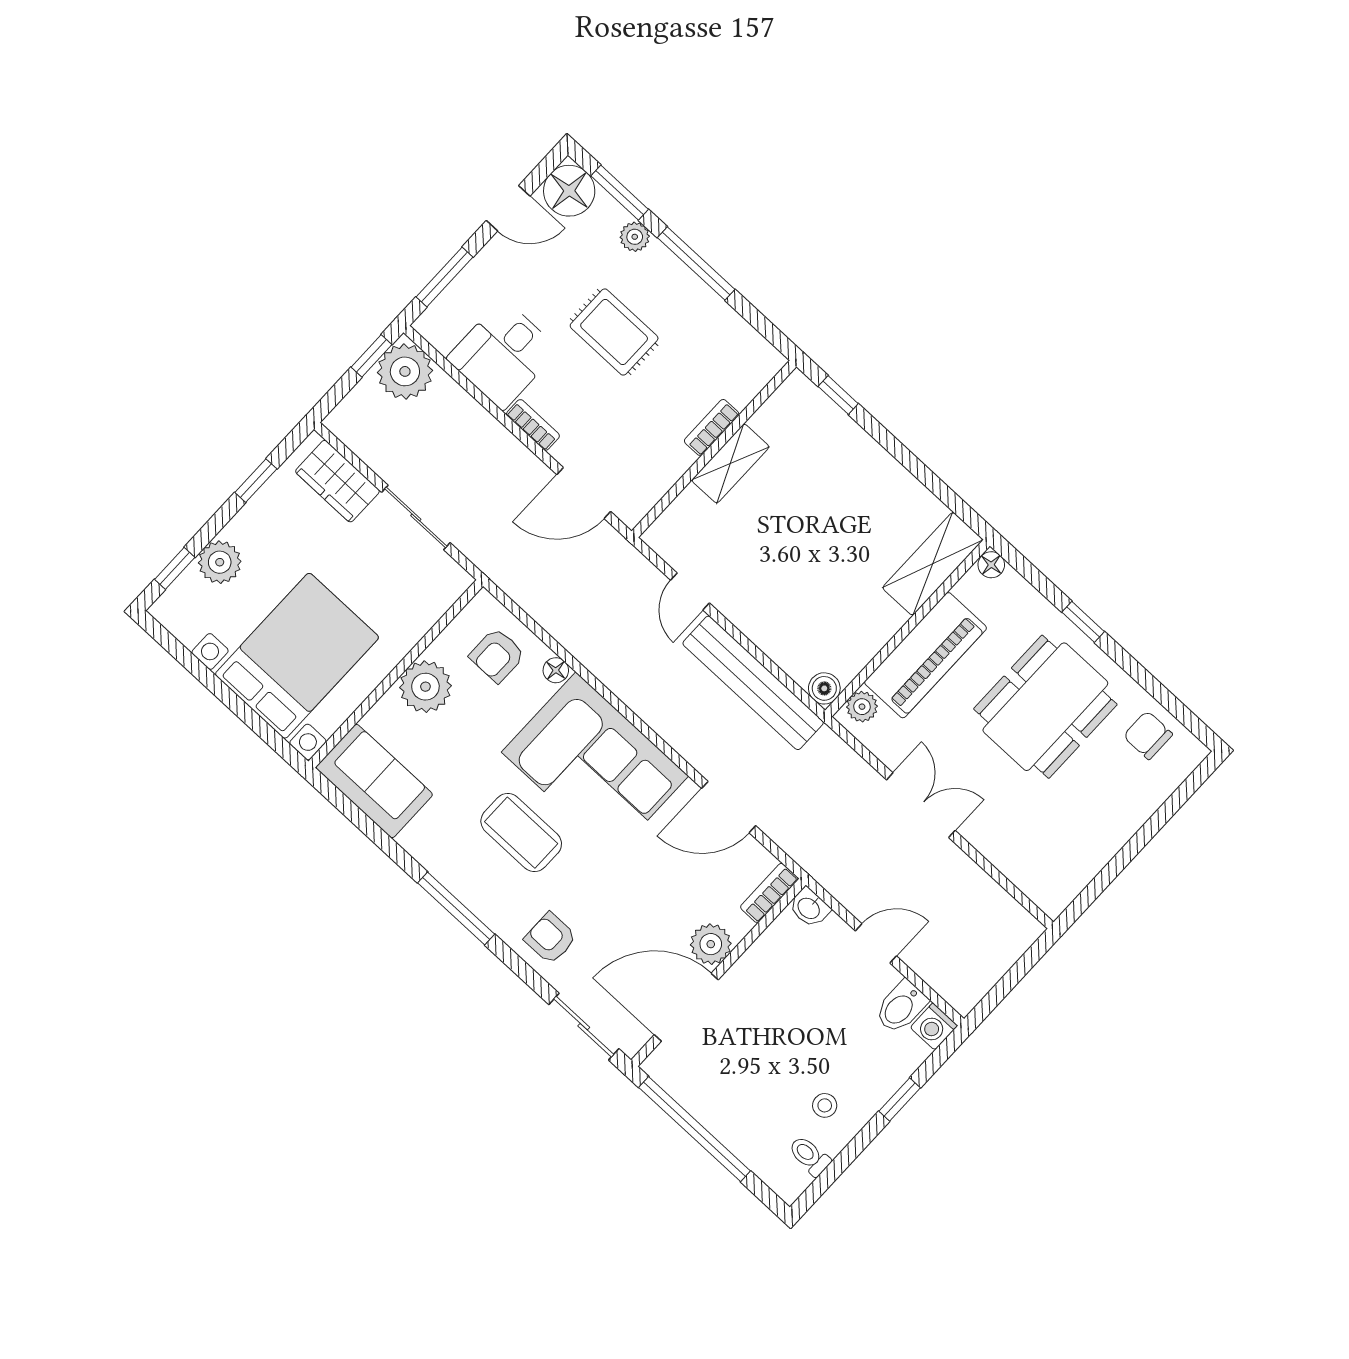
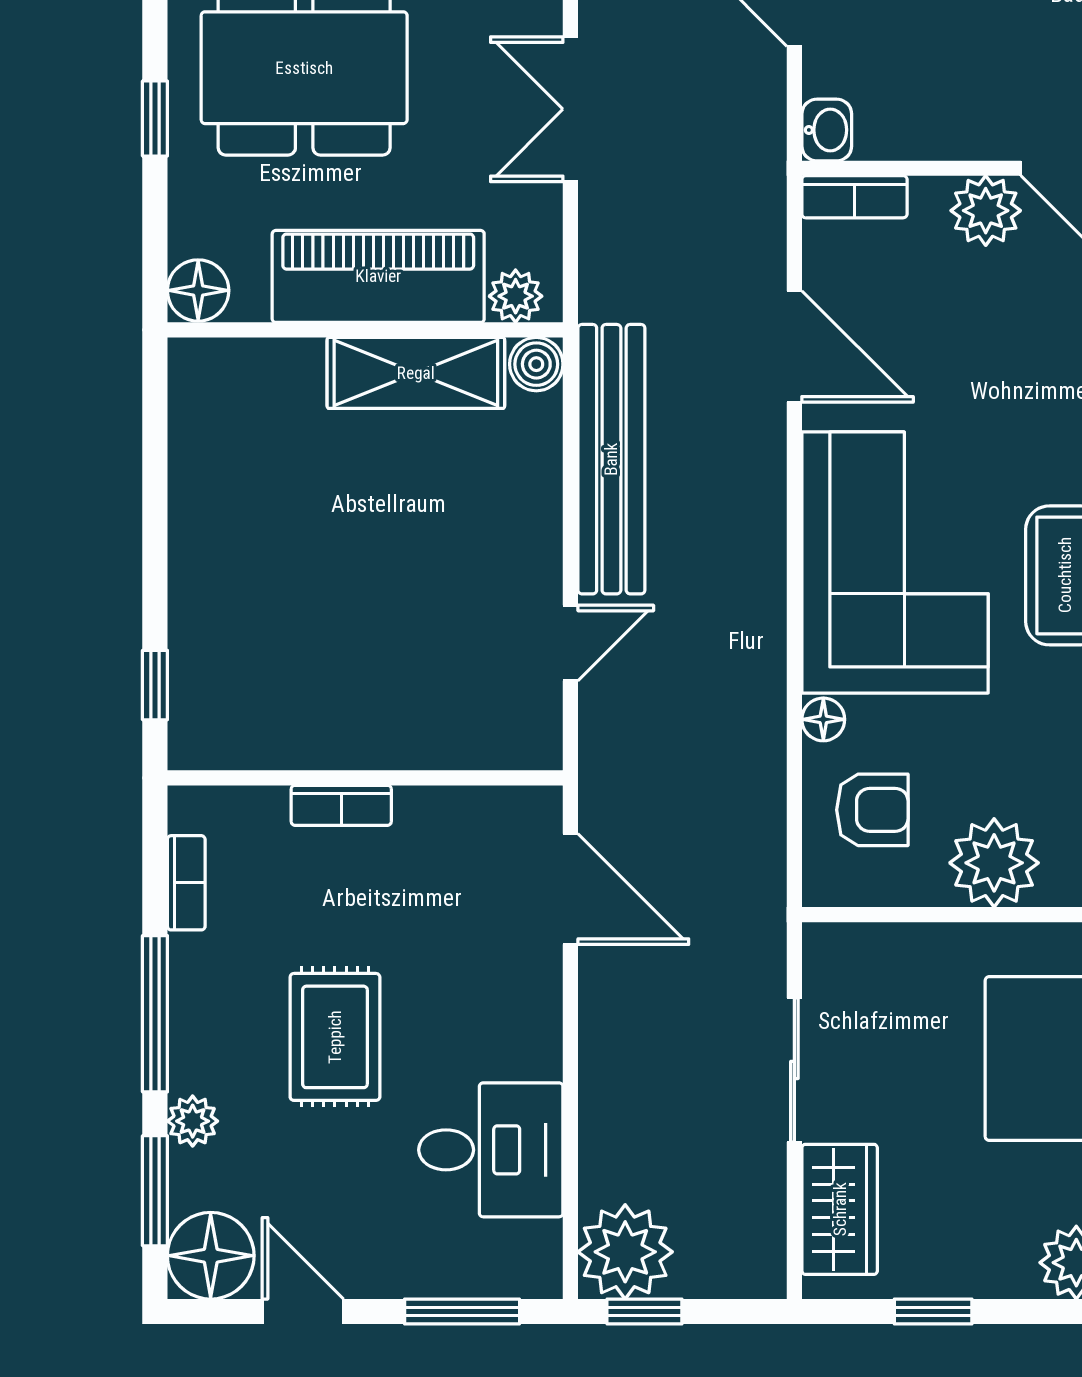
bookcase: (533, 425) -> (186, 883), moved, turned 180
shelving: (730, 463) -> (364, 740), removed
shelving: (933, 564) -> (416, 373), moved
floor lamp: (991, 565) -> (198, 290), width x1.37, depth x1.37

